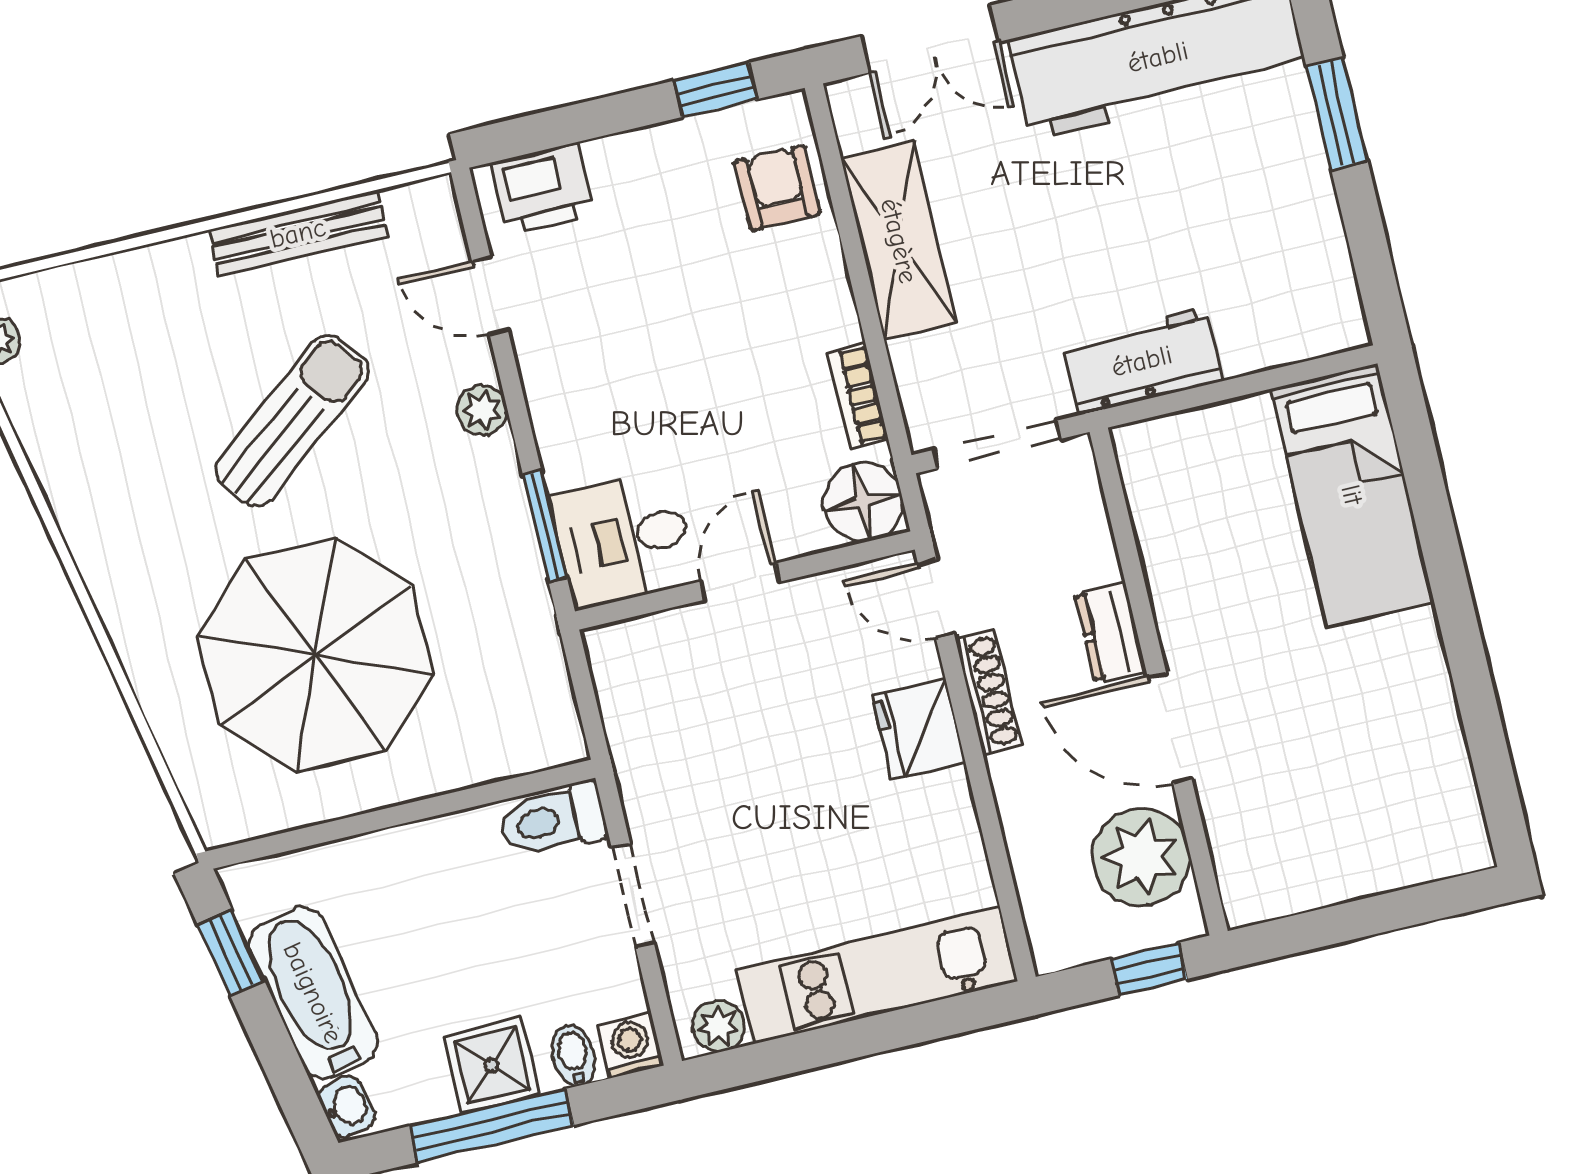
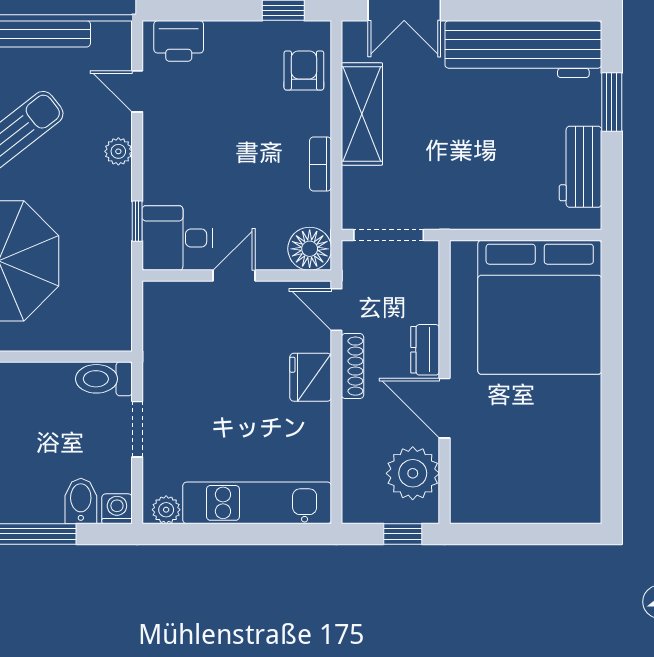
workbench: (1142, 361) -> (581, 167), moved, turned -90
bookcase: (858, 396) -> (320, 164), moved
bed: (1352, 495) -> (540, 307), width x2.04
window: (545, 526) -> (137, 221), width x0.67
bidet: (574, 1056) -> (81, 501), width x1.38, depth x1.36
shower: (492, 1065) -> (40, 502), removed

